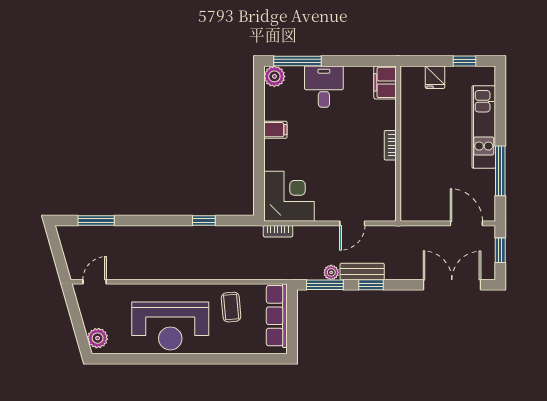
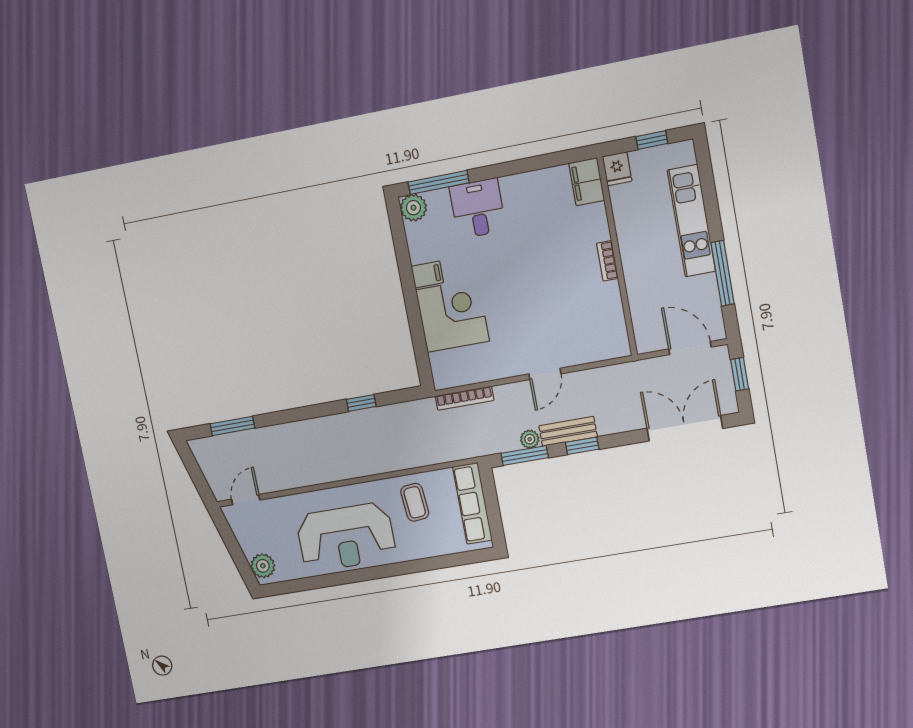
filing cabinet: (385, 82) -> (587, 182), moved
wall: (398, 144) -> (617, 257), moved
bookcase: (390, 145) -> (607, 261), moved
corner desk: (289, 196) -> (452, 316), moved
bookcase: (278, 231) -> (464, 398), width x1.56

